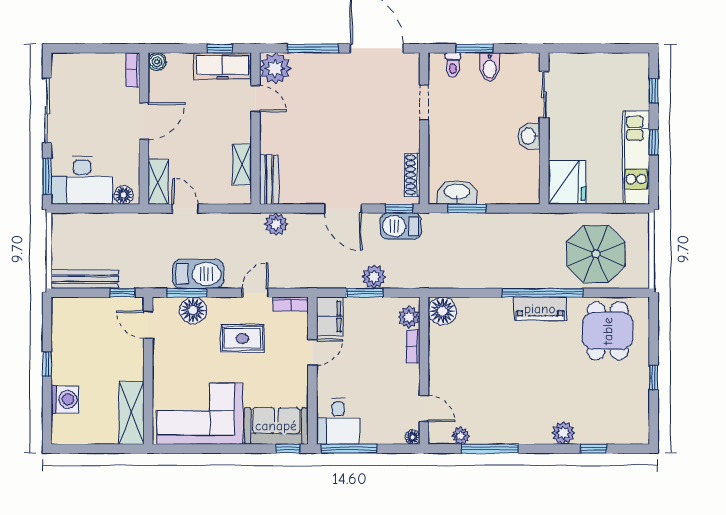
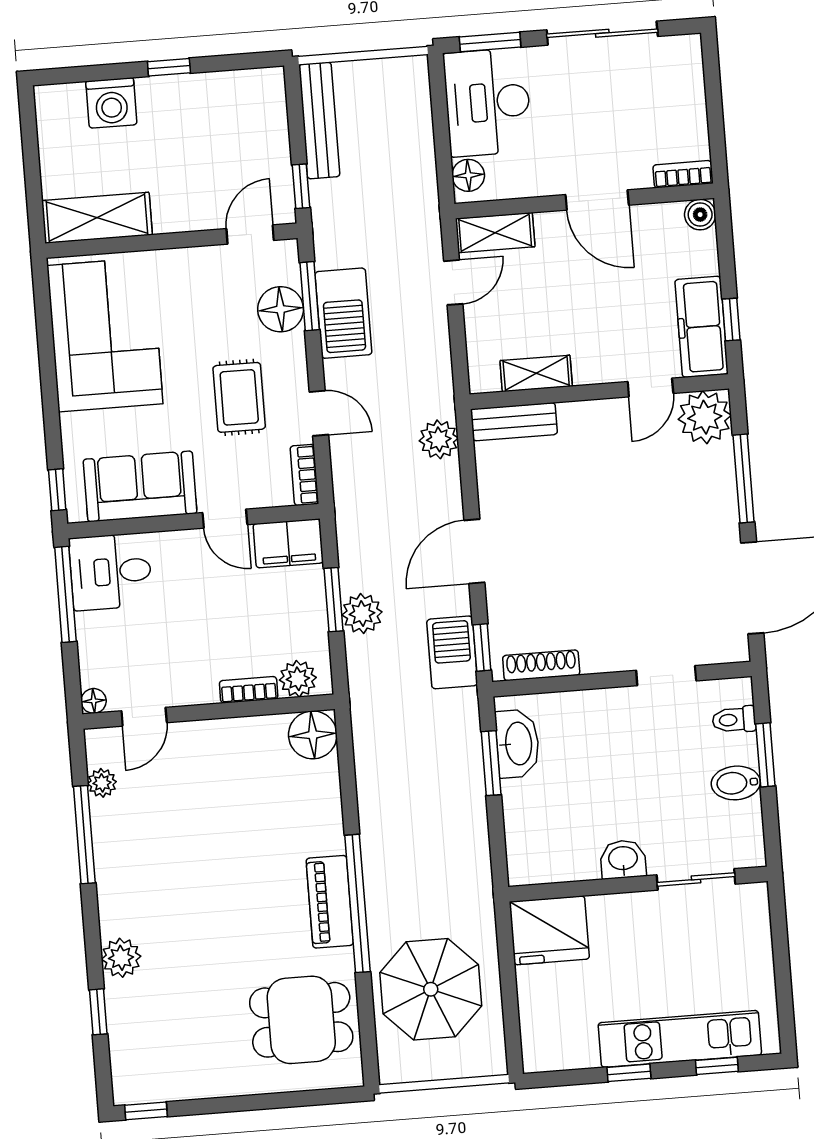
kitchen unit: (636, 157) -> (680, 1039), moved
window: (654, 377) -> (146, 1111), moved
sofa: (276, 426) -> (140, 486), moved, turned -90

